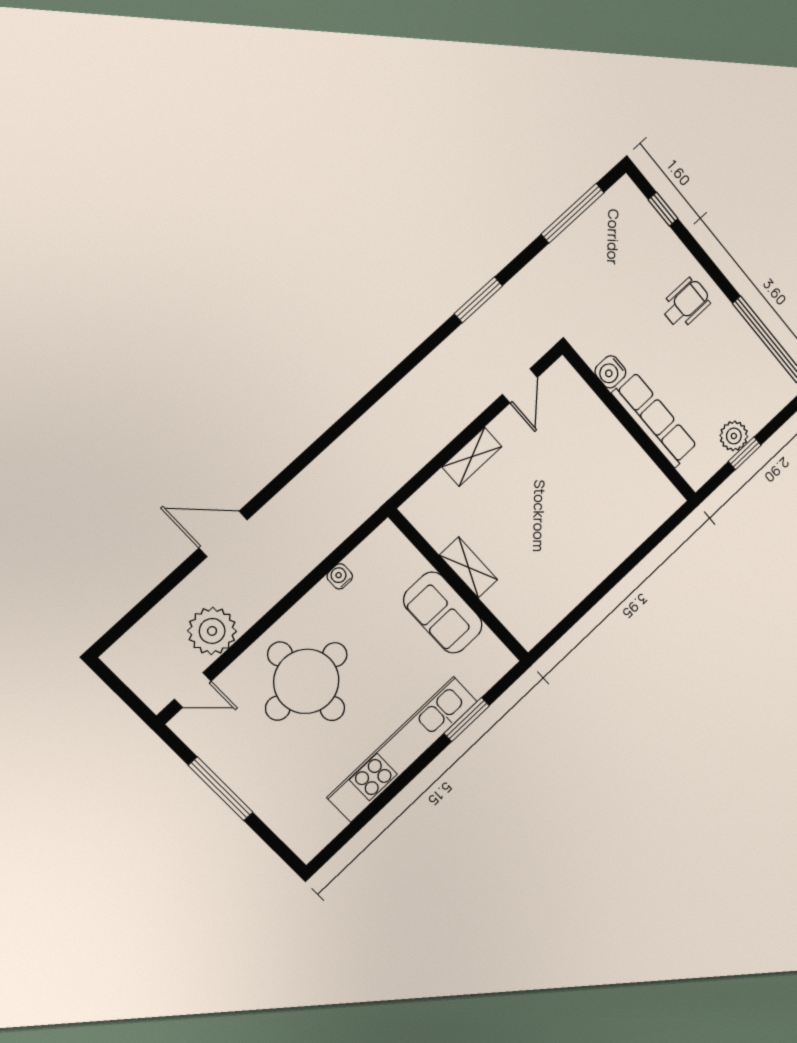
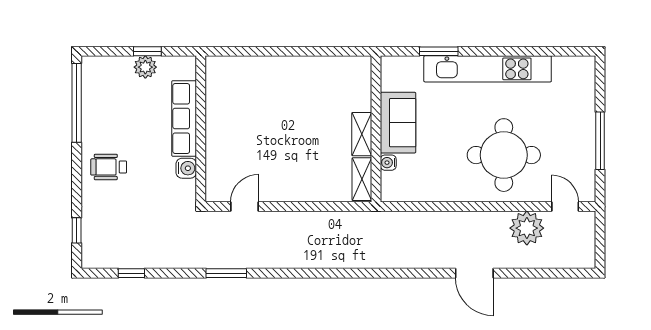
window: (573, 213) -> (131, 273), width x0.46
shelving: (472, 457) -> (362, 179), moved, turned 90
water cooler: (340, 576) -> (388, 163), moved, turned 90

